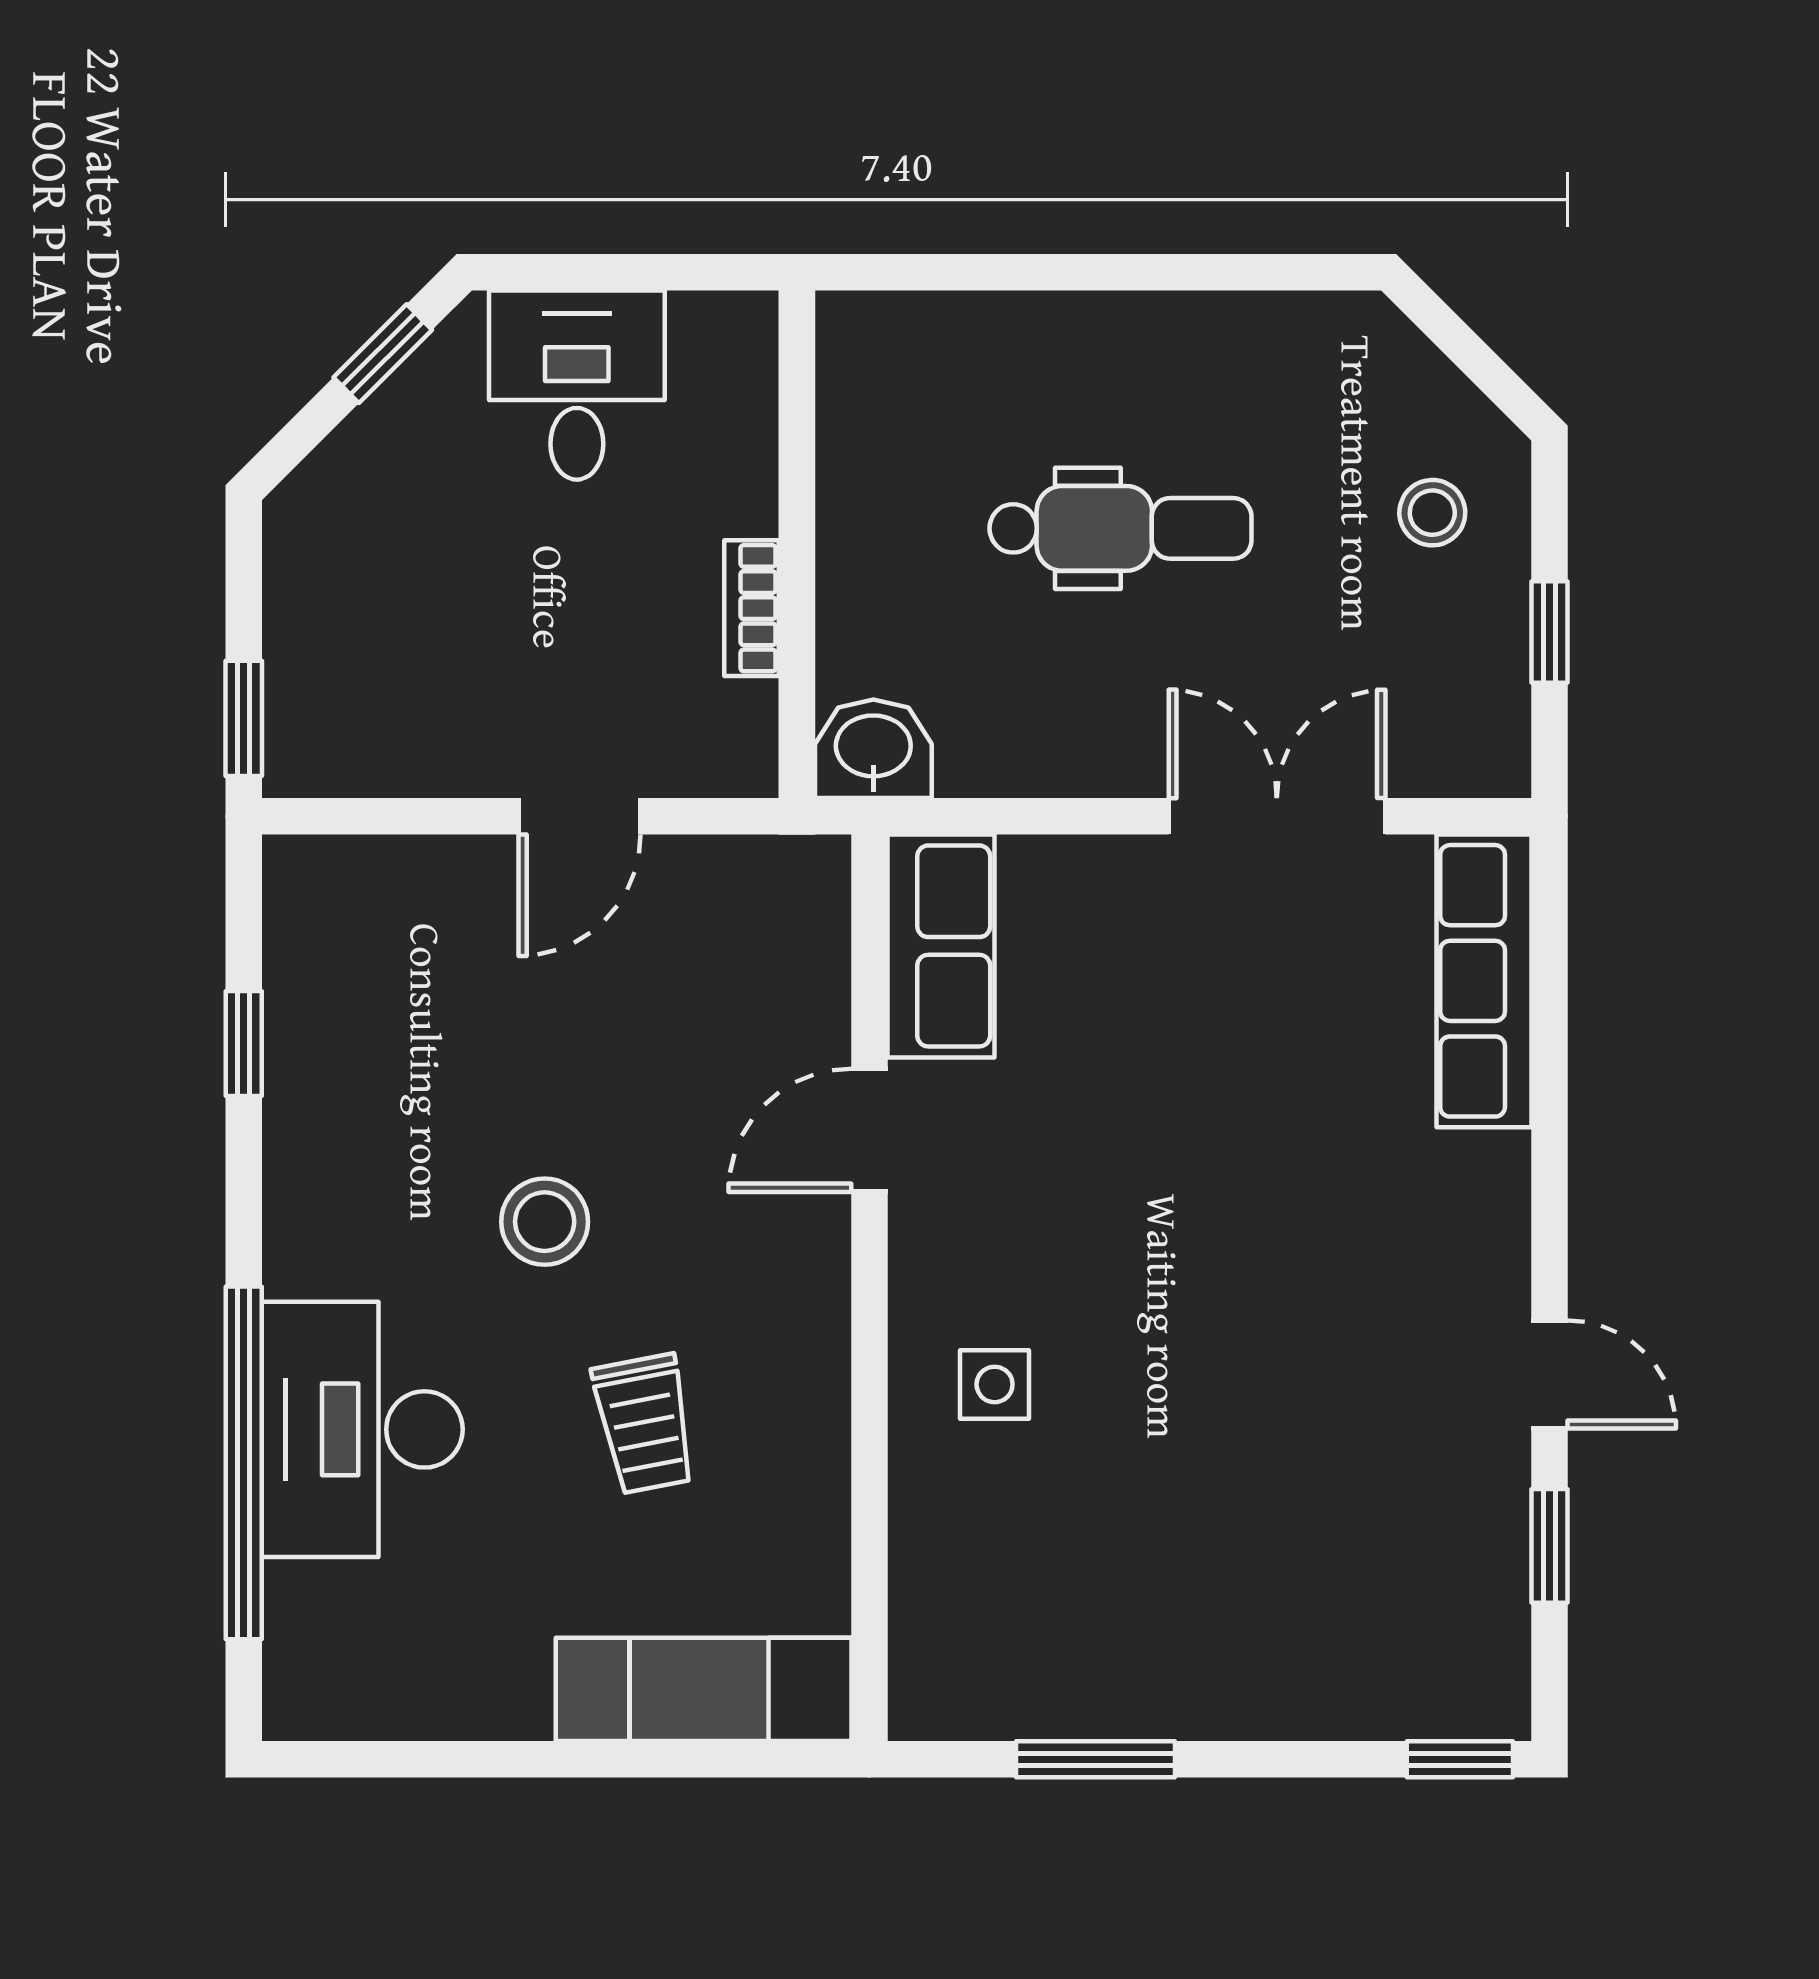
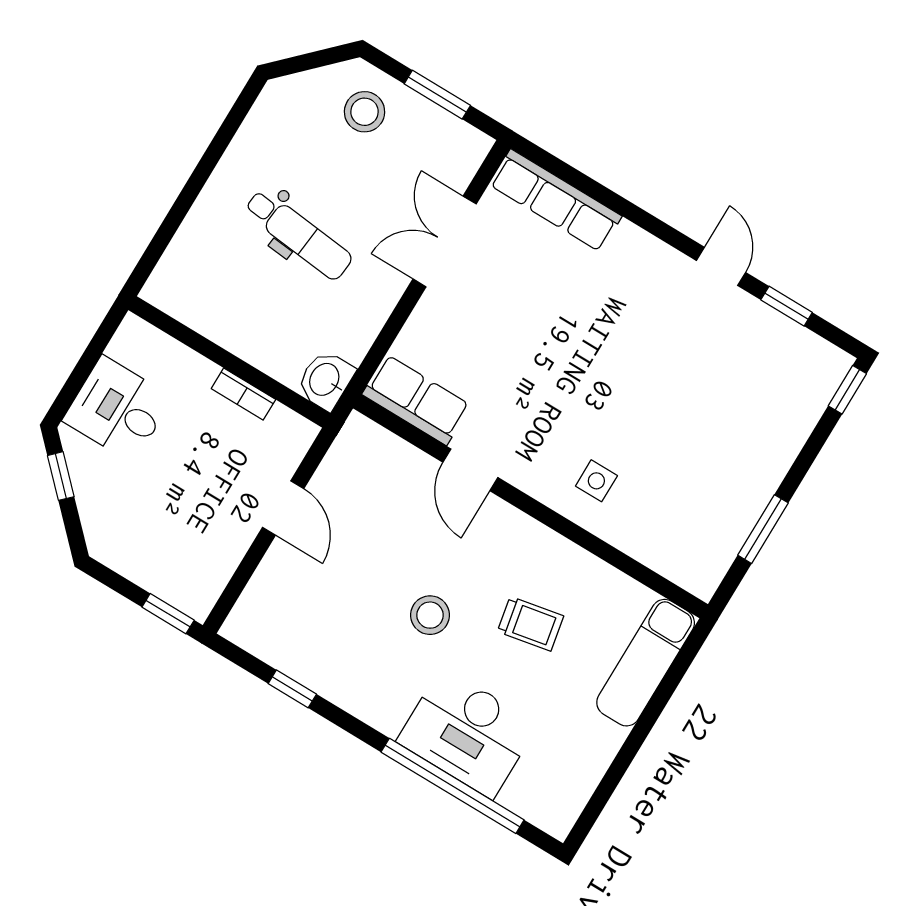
stool: (1432, 513) -> (365, 112), width x1.37, depth x1.37
dental chair: (1121, 528) -> (298, 235), turned 96
window: (1549, 632) -> (437, 95), width x1.50
door: (1549, 1374) -> (721, 266), hinge flipped

